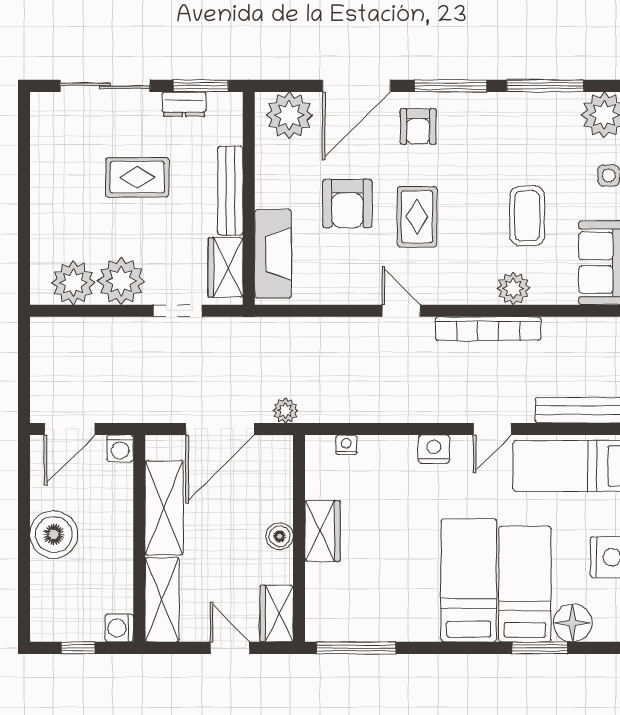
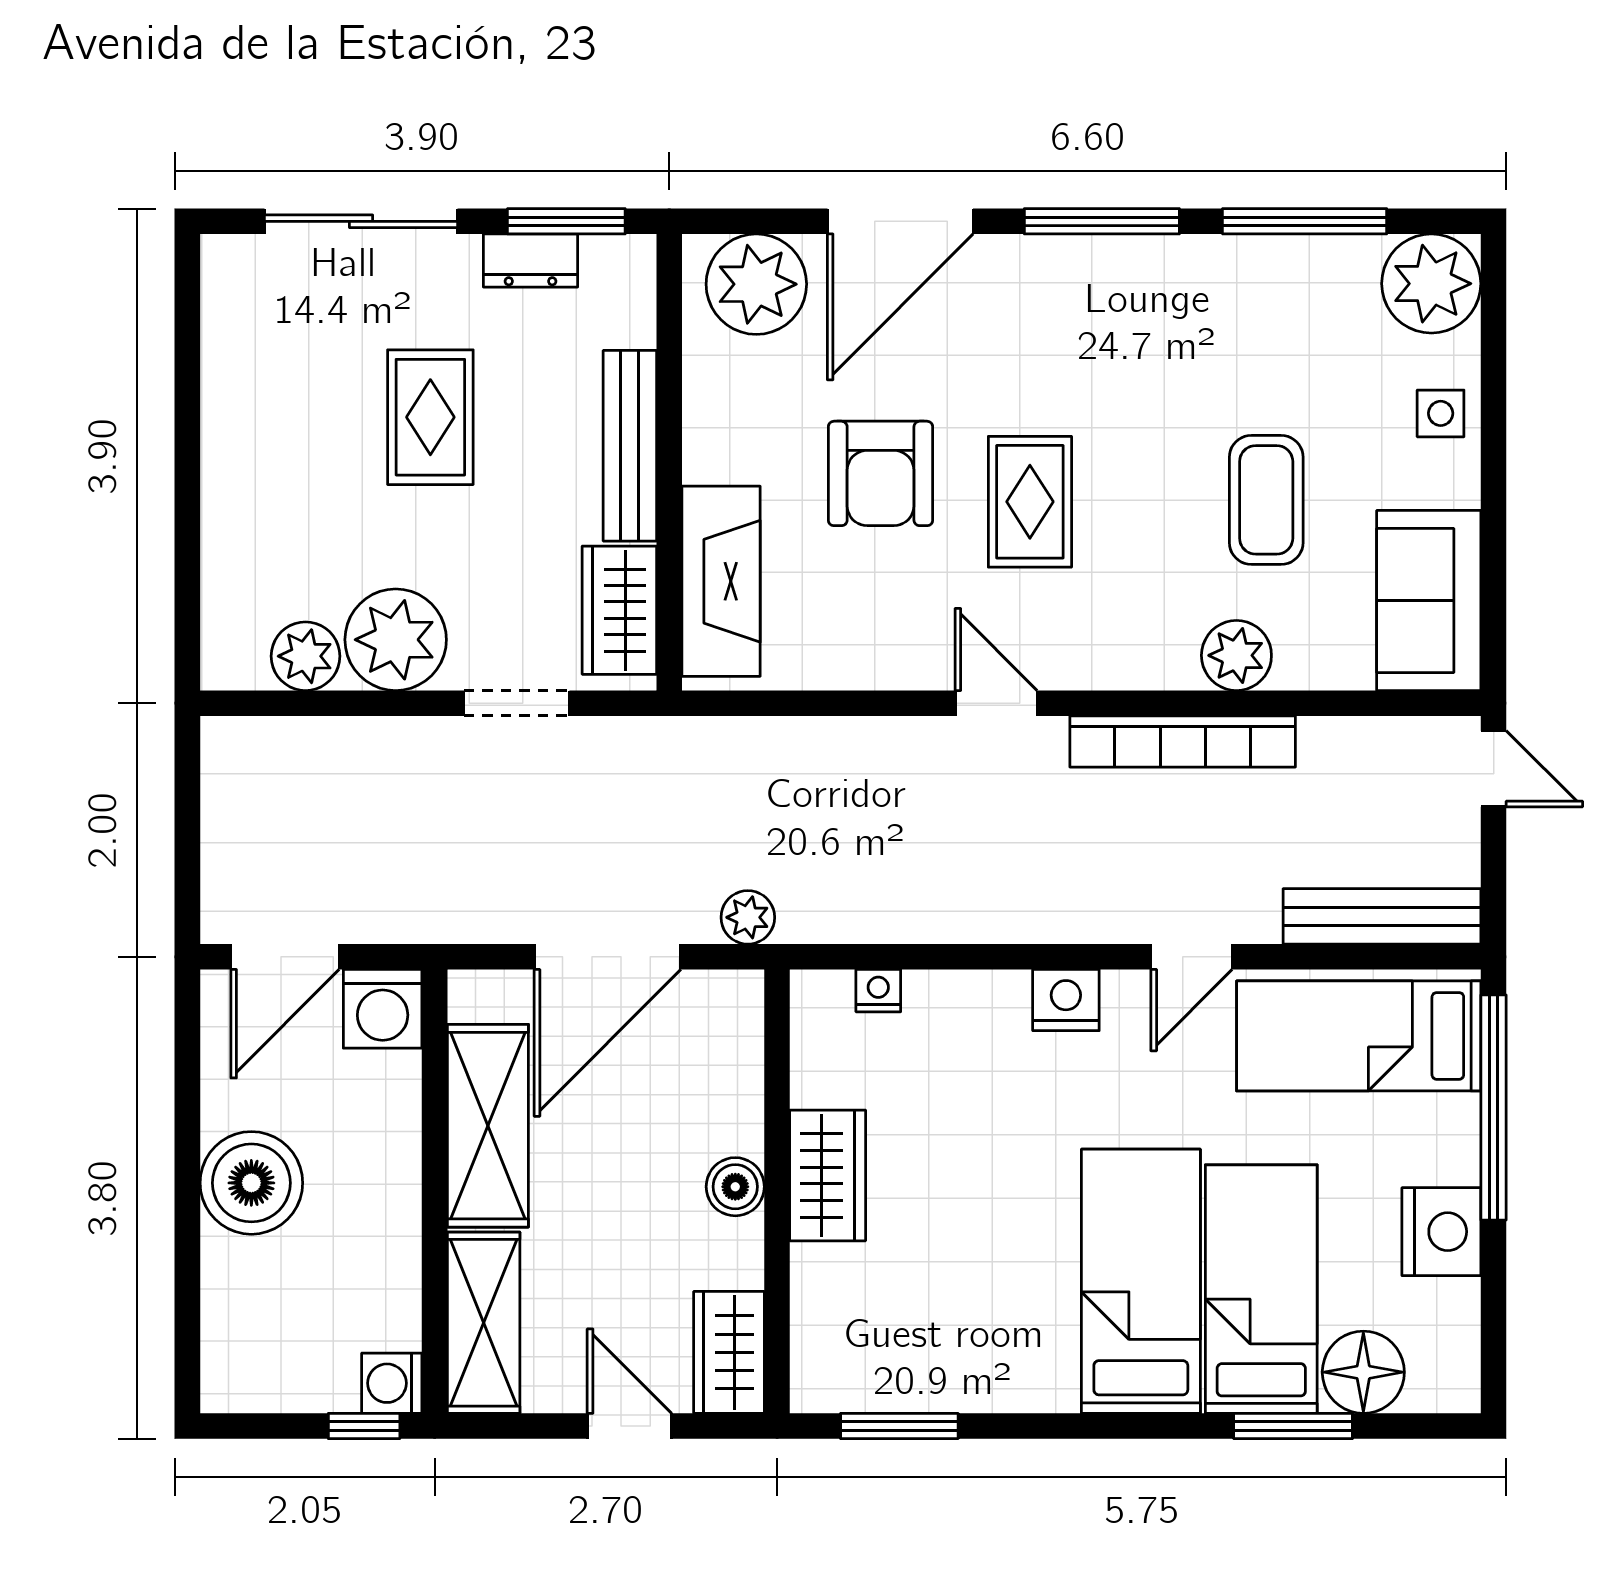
armchair: (418, 126) -> (1032, 308), removed
rug: (137, 177) -> (430, 417), turned 90
plant: (73, 283) -> (305, 656), width x0.73, depth x0.73
washing machine: (120, 448) -> (383, 1009), width x1.38, depth x1.38
window: (78, 648) -> (364, 1426), moved
window: (356, 648) -> (899, 1426), width x0.69

